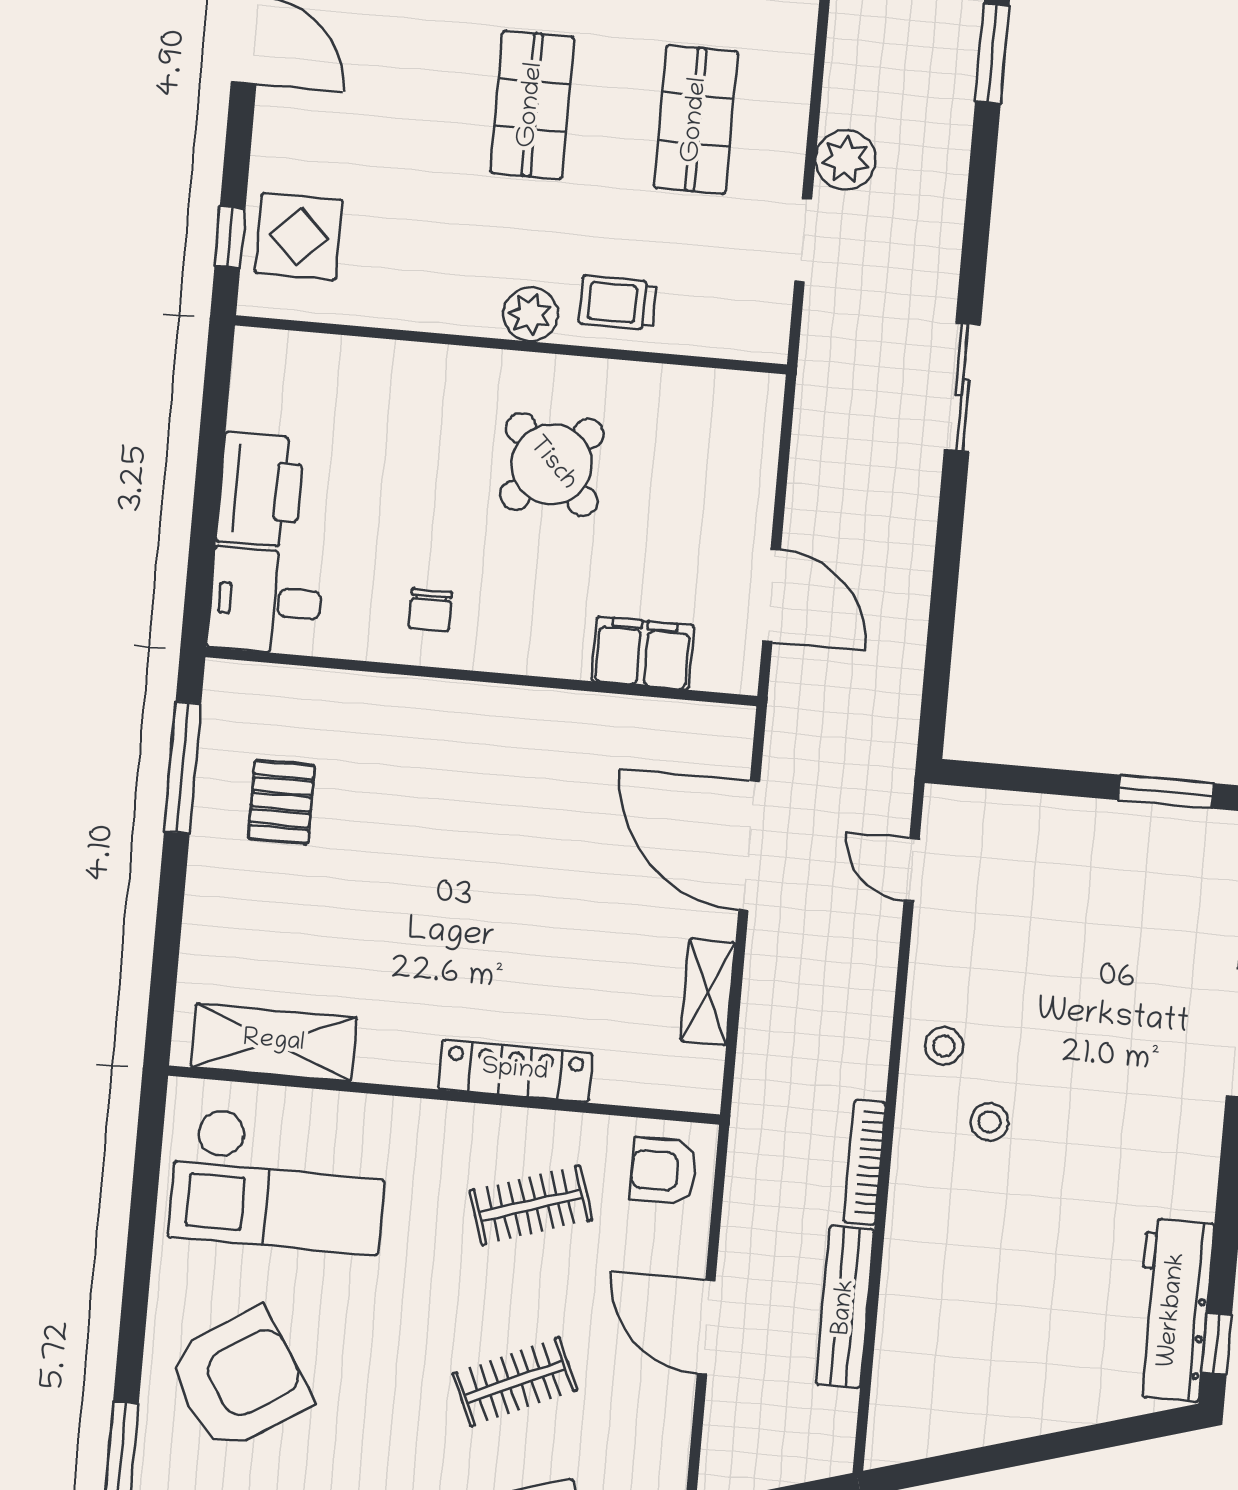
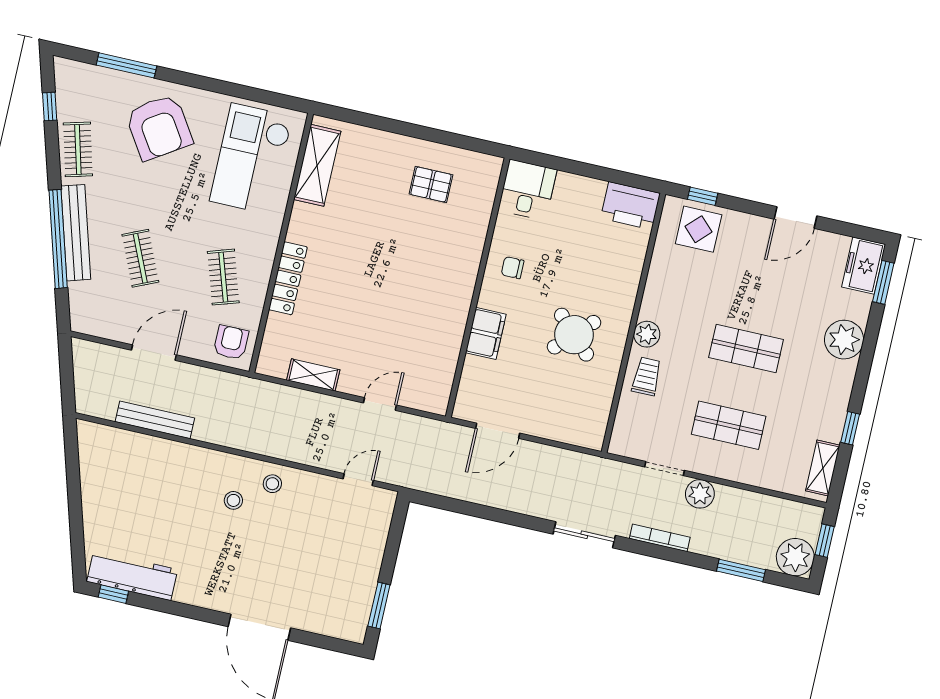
printer: (260, 490) -> (630, 206), moved
filing cabinet: (643, 653) -> (486, 333), moved
window: (183, 768) -> (454, 140), removed
door: (749, 846) -> (380, 404), width x0.53
bookcase: (865, 1162) -> (660, 538), moved

